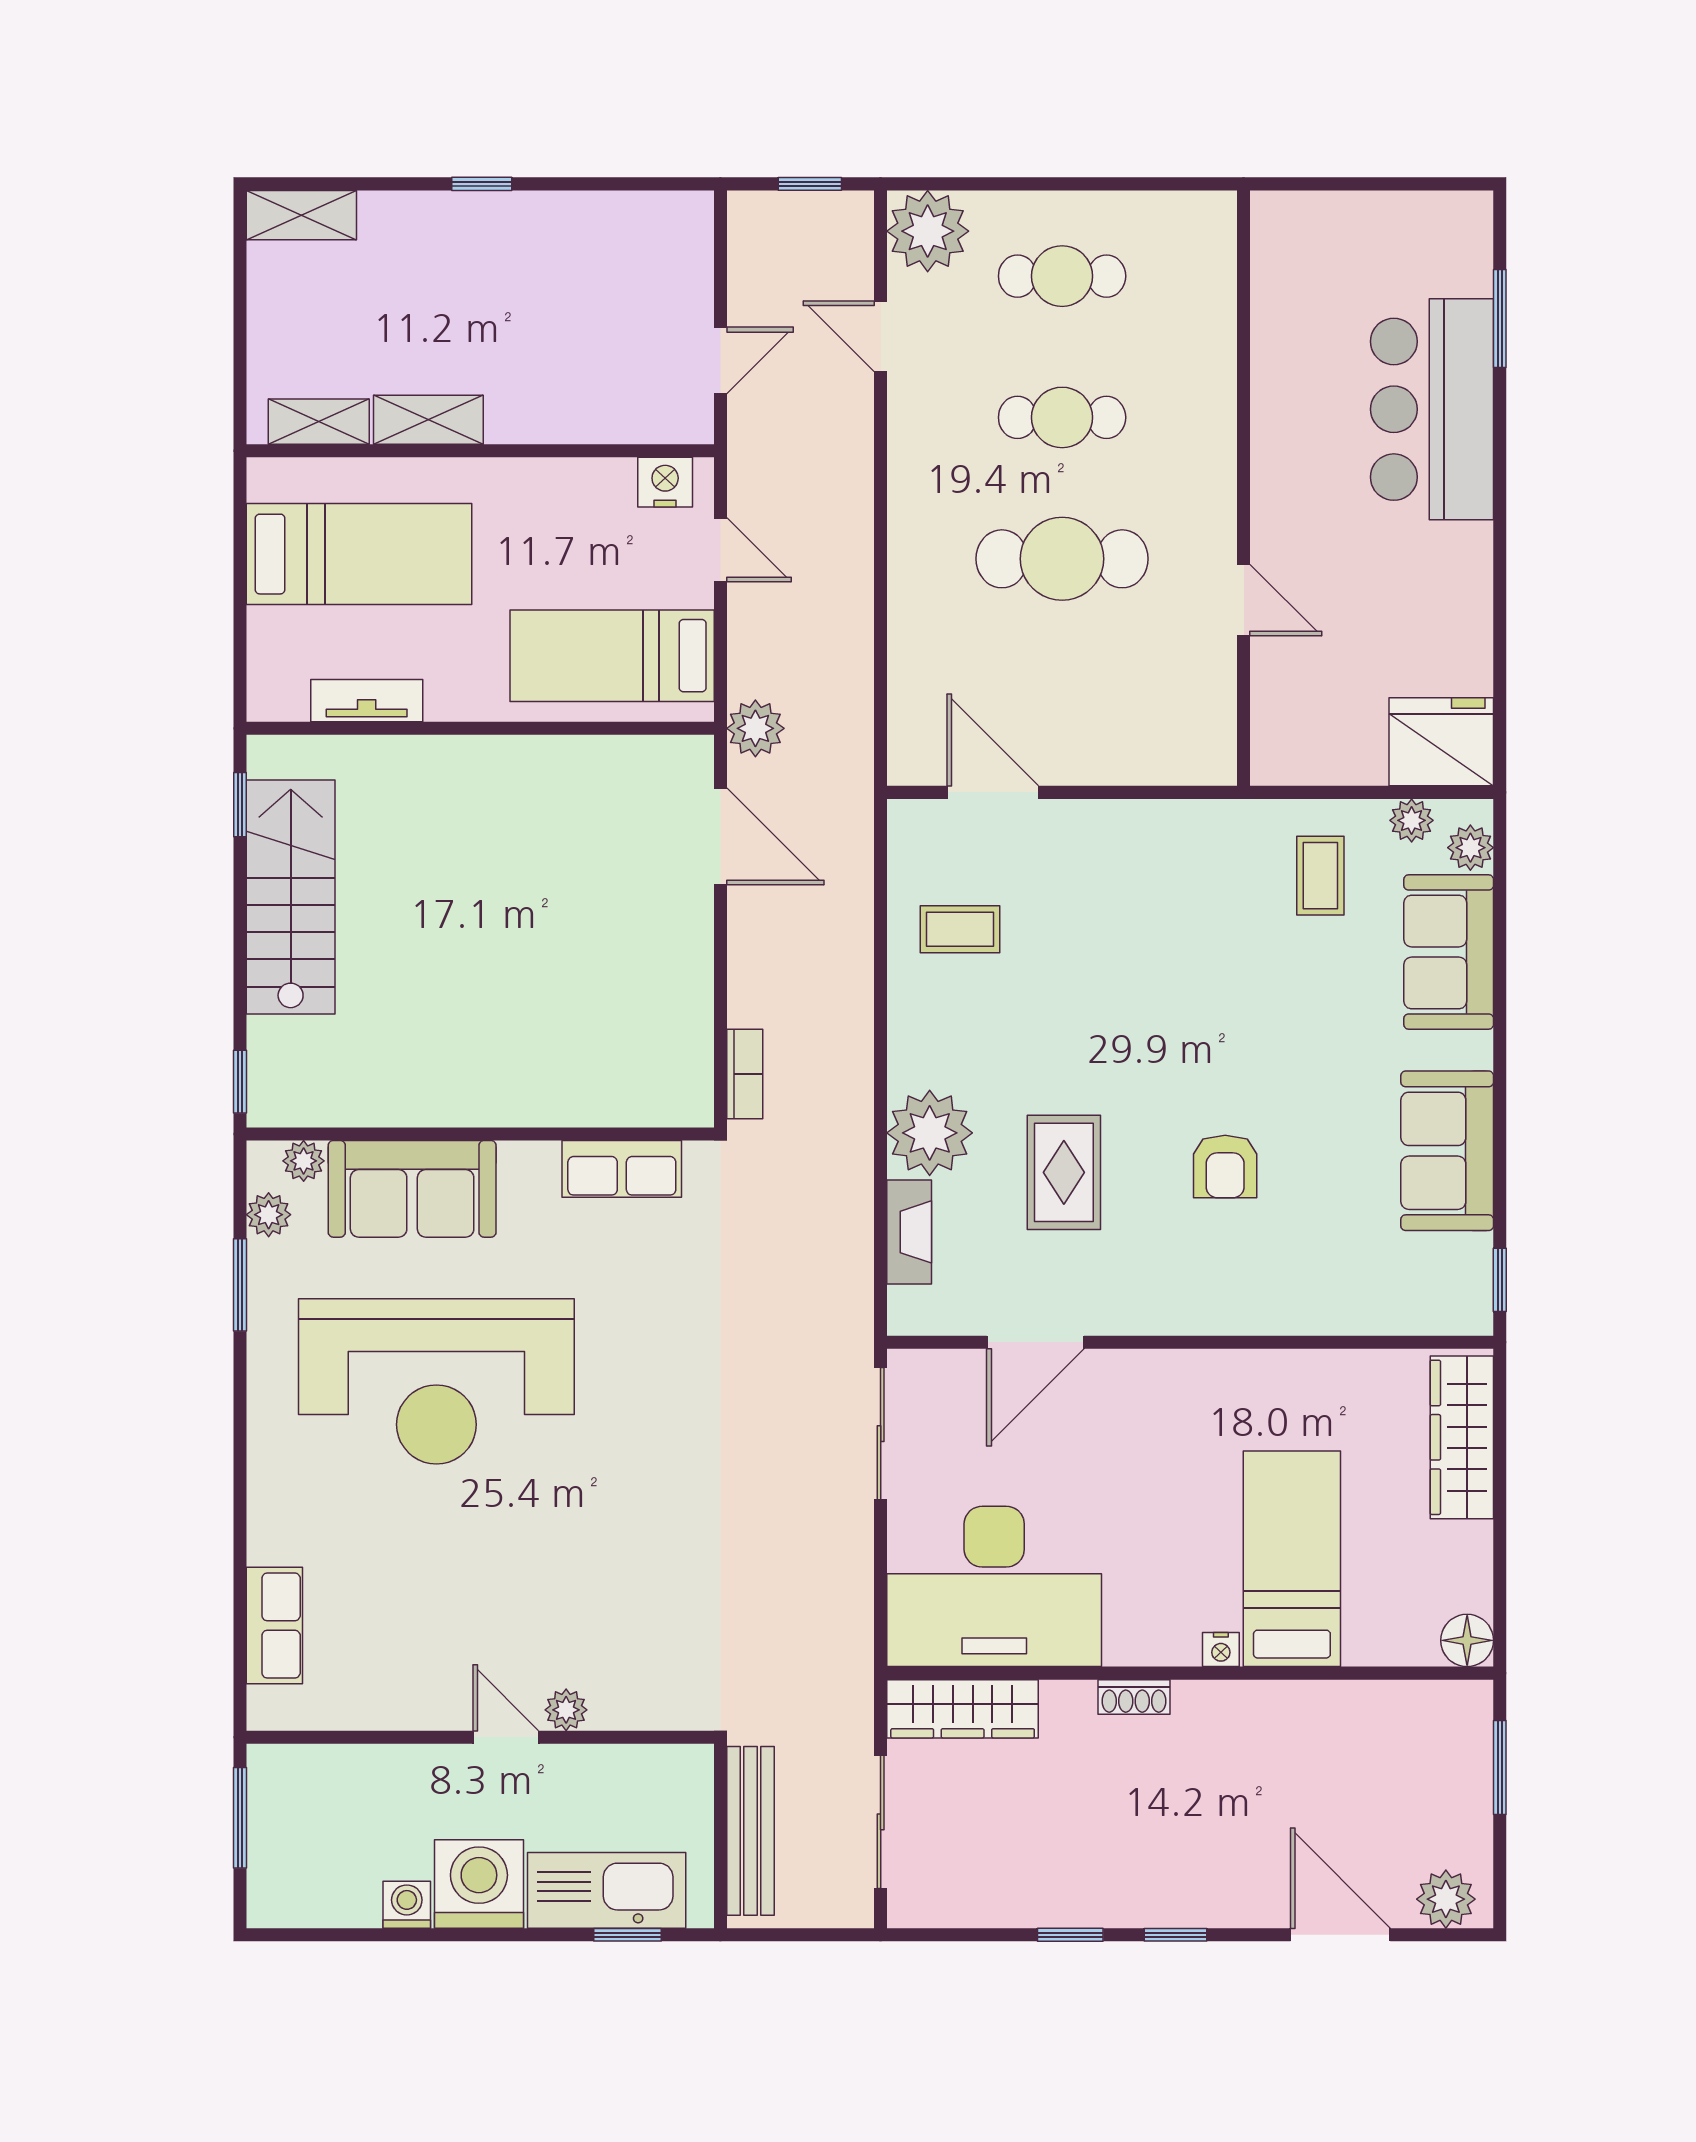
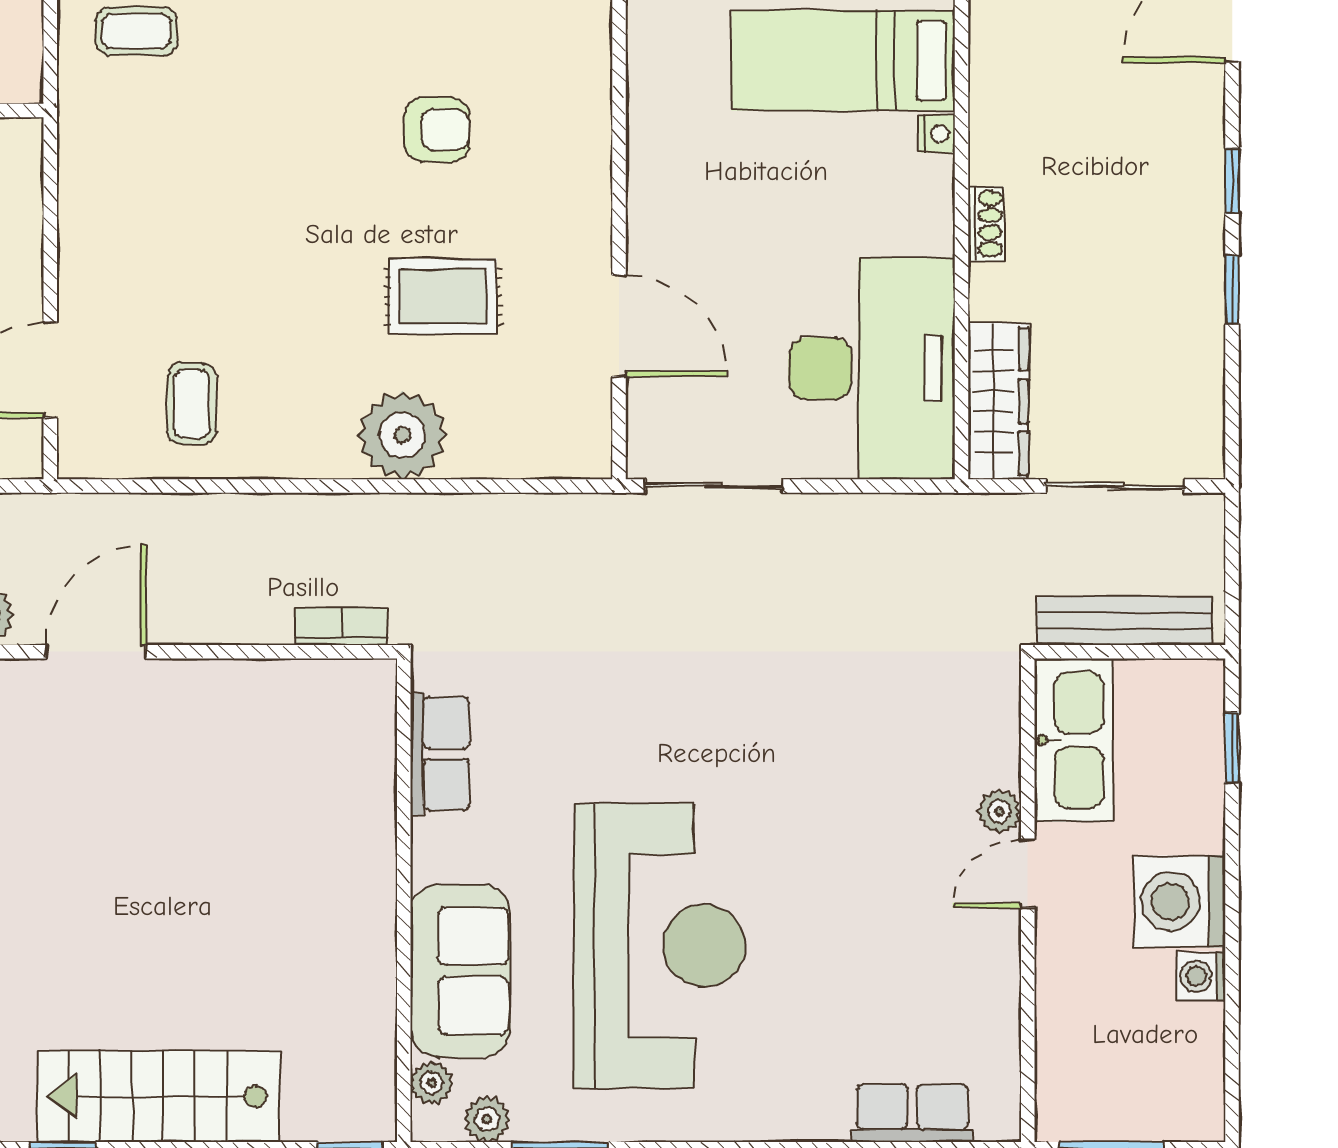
fireplace: (909, 1232) -> (505, 456), removed
kitchen sink: (607, 1890) -> (1074, 740), moved, turned 180

